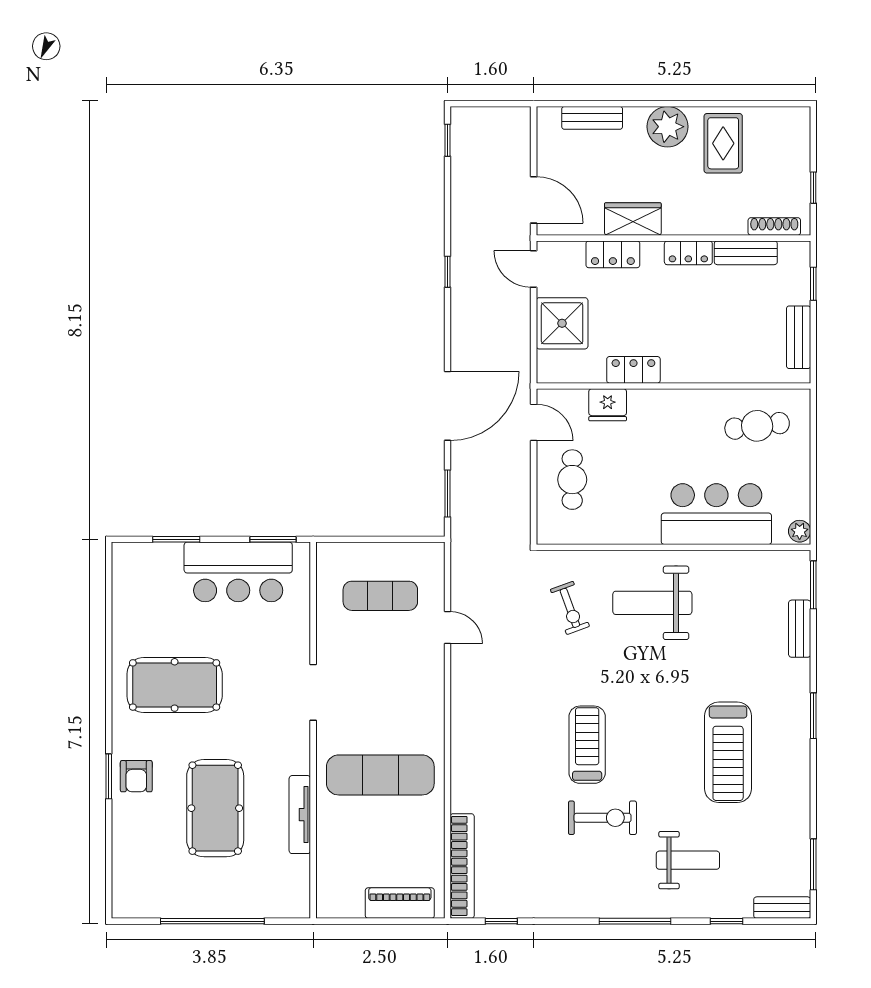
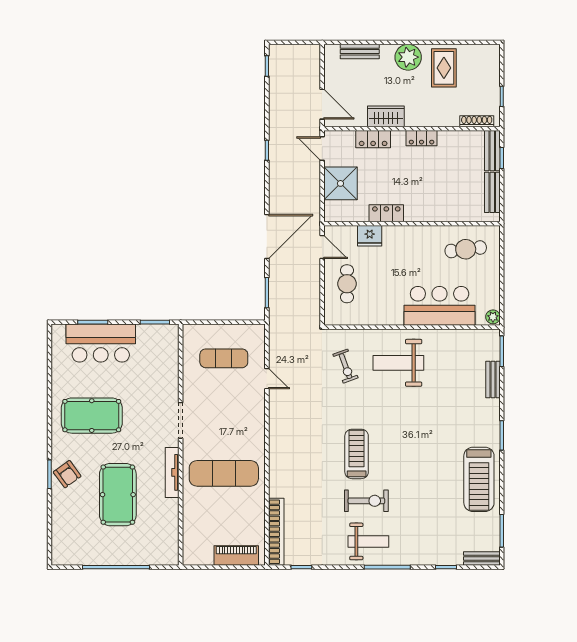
bench: (746, 253) -> (492, 151), moved, turned 90
bar counter: (238, 572) -> (101, 343), moved
treadmill: (728, 752) -> (479, 479), moved
armchair: (136, 776) -> (67, 474), turned -36
tv unit: (300, 815) -> (172, 472), moved
weight bench: (688, 860) -> (368, 541), moved

